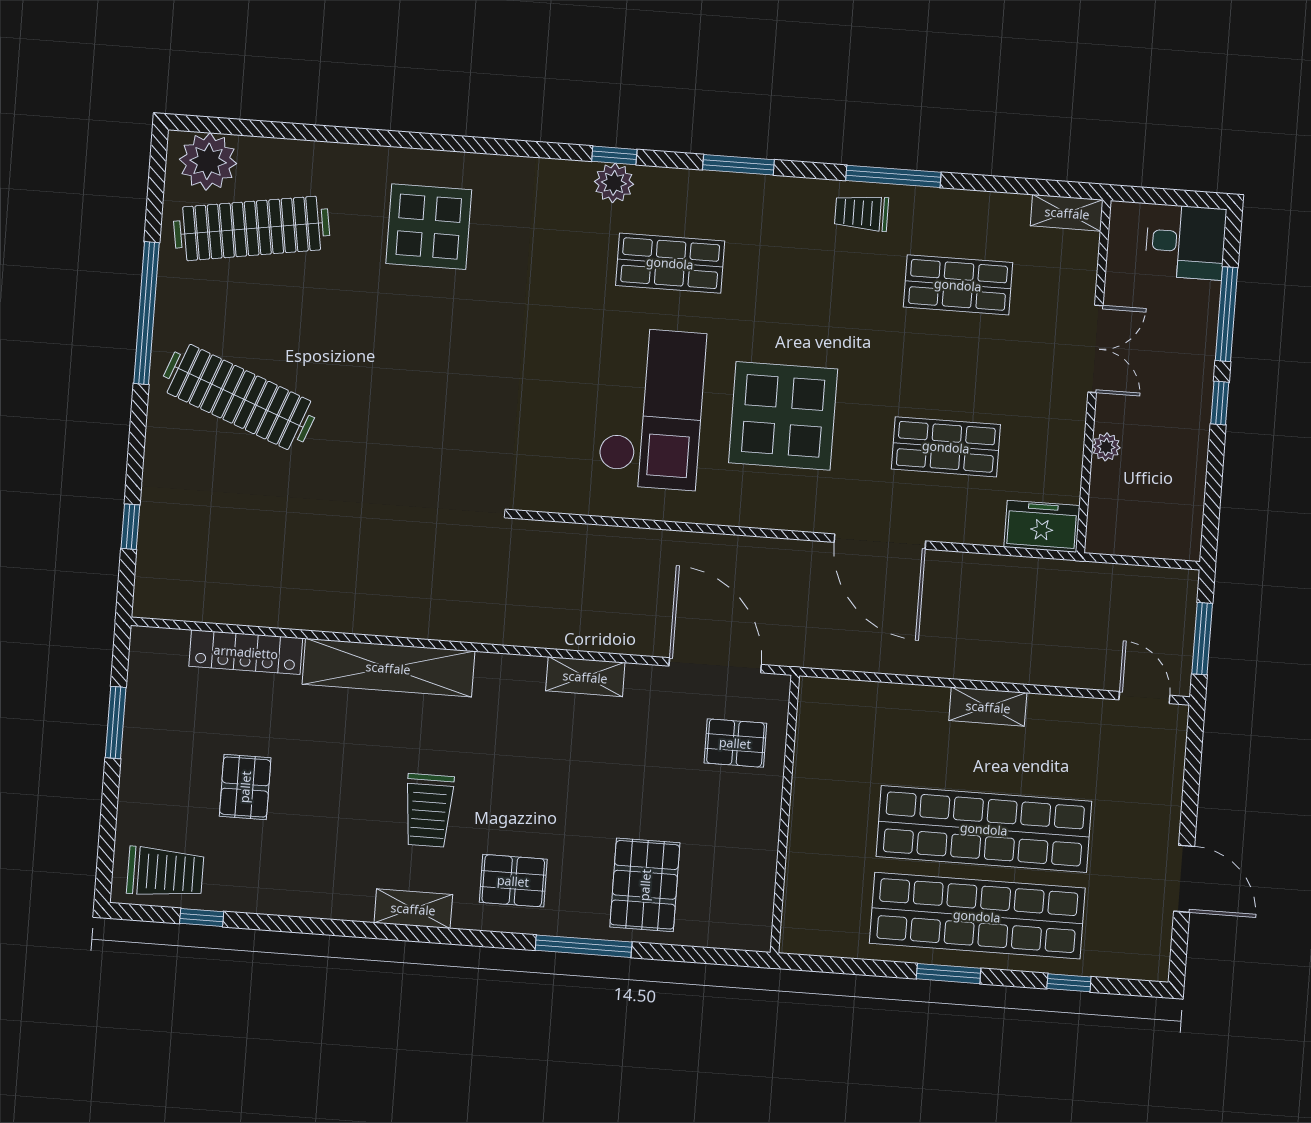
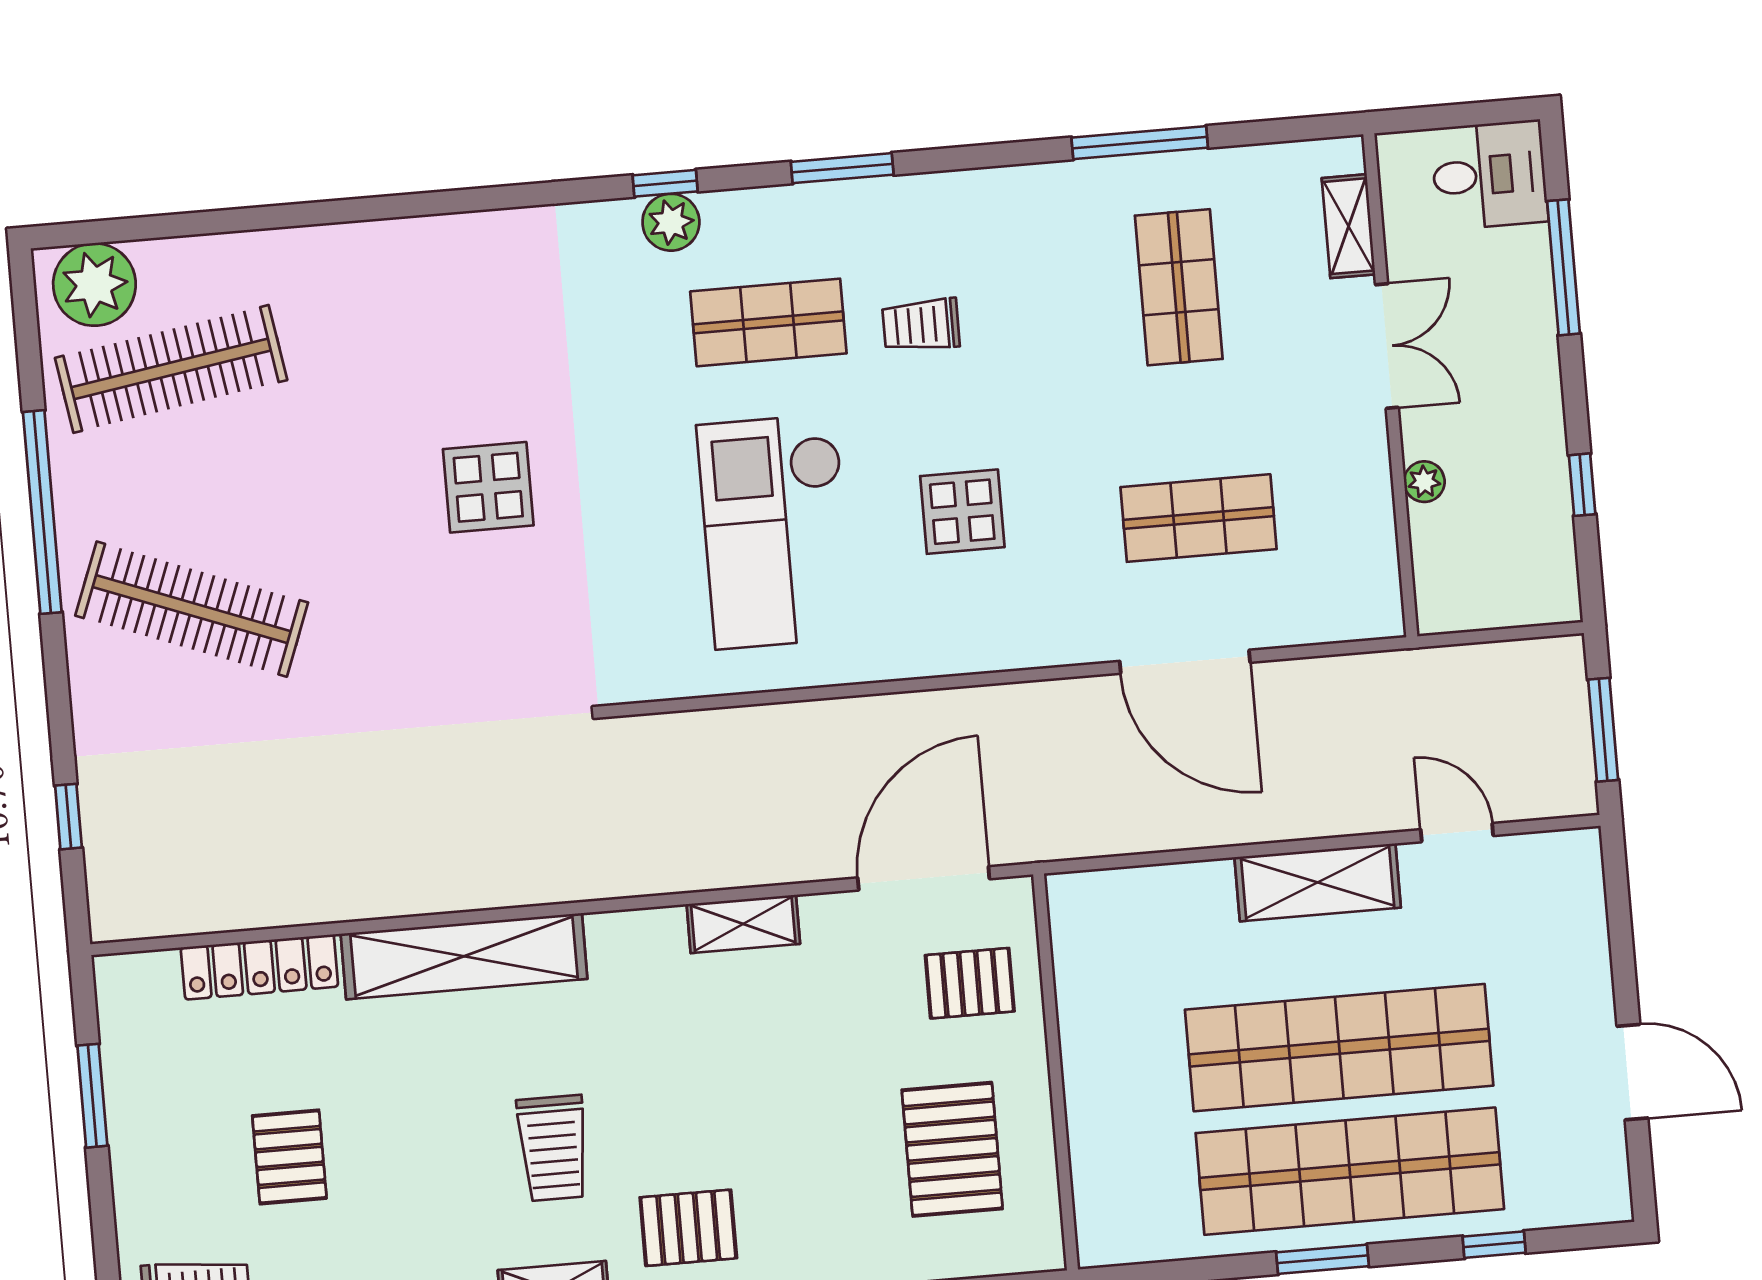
window: (893, 176) -> (1140, 143), moved
trolley: (862, 213) -> (921, 325), moved
shelving: (1067, 213) -> (1349, 226), moved, turned 90
display table: (429, 227) -> (488, 487), moved, width x0.73, depth x0.73
shop shelf: (958, 285) -> (1179, 287), turned 90
window: (1220, 403) -> (1582, 485), moved
checkout: (652, 409) -> (776, 531), turned 180
display table: (783, 416) -> (962, 512), width x0.54, depth x0.54
freezer: (1042, 526) -> (1352, 608), removed
door: (880, 542) -> (1185, 662), moved
door: (715, 665) -> (924, 878), hinge flipped
door: (1144, 698) -> (1457, 833), moved
shelving: (988, 707) -> (1318, 882), width x1.50, depth x1.33
pallet: (645, 885) -> (952, 1149), moved

